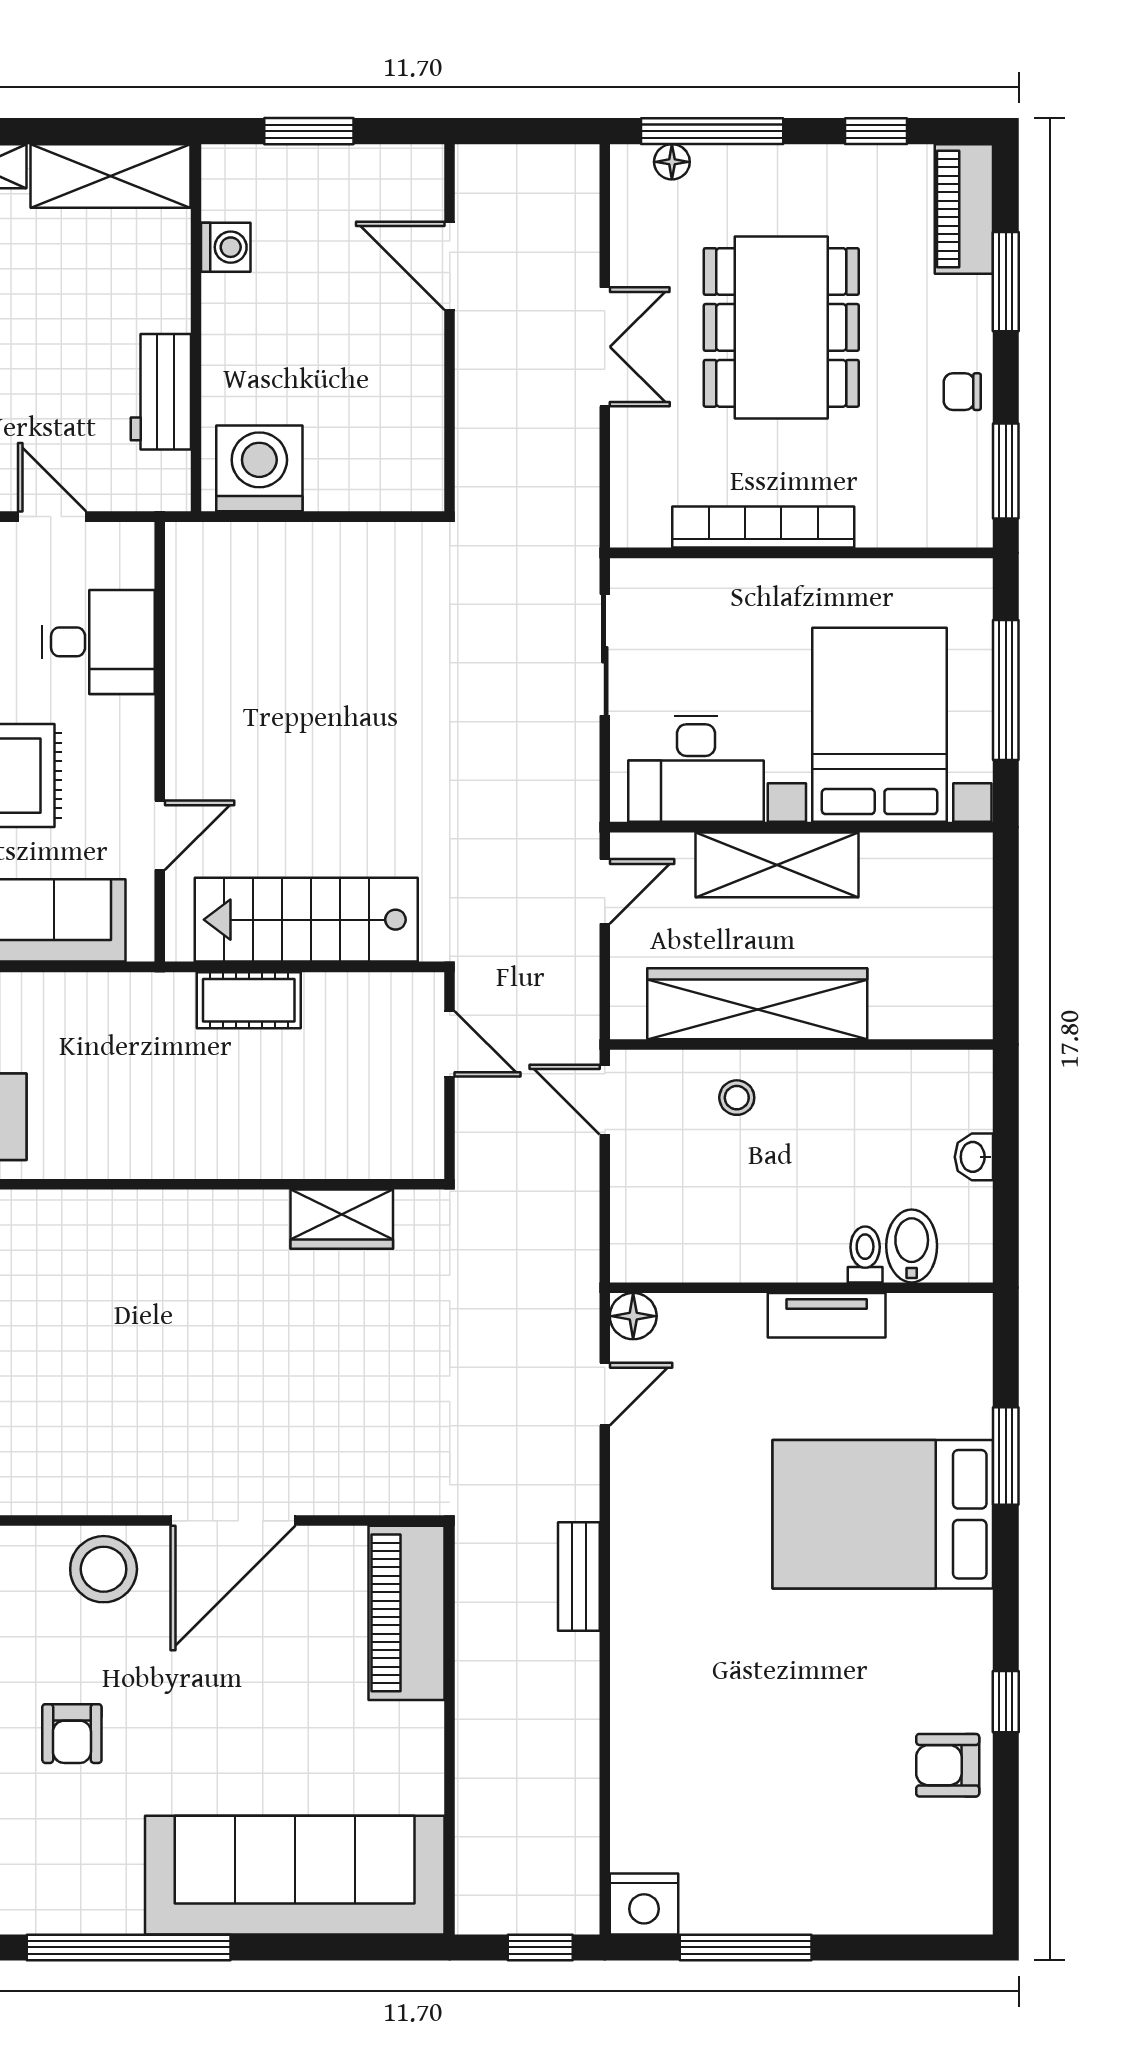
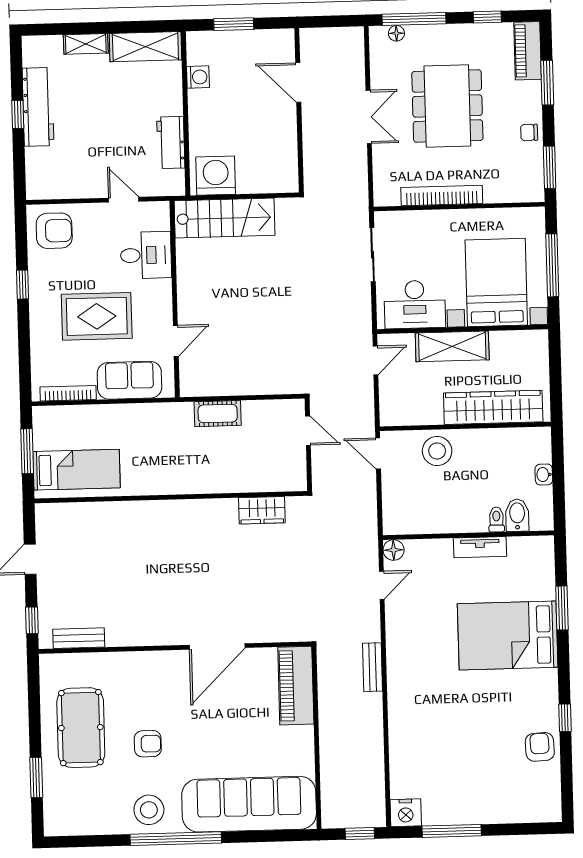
stairs: (306, 920) -> (225, 218), moved, turned 180
wardrobe: (757, 1004) -> (493, 407), moved
stool: (737, 1098) -> (437, 451), width x1.89, depth x1.89
stool: (104, 1569) -> (149, 810), moved
armchair: (72, 1734) -> (148, 744), turned -90
armchair: (948, 1765) -> (540, 747), turned 87

